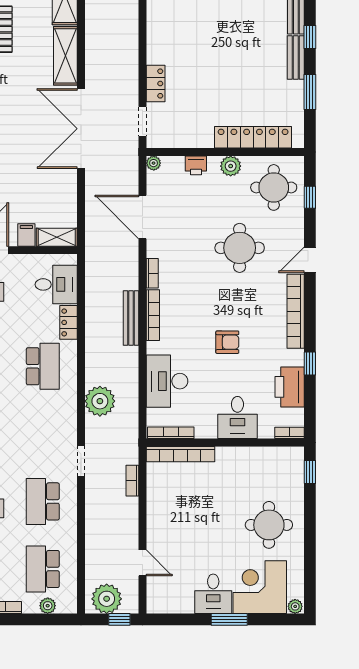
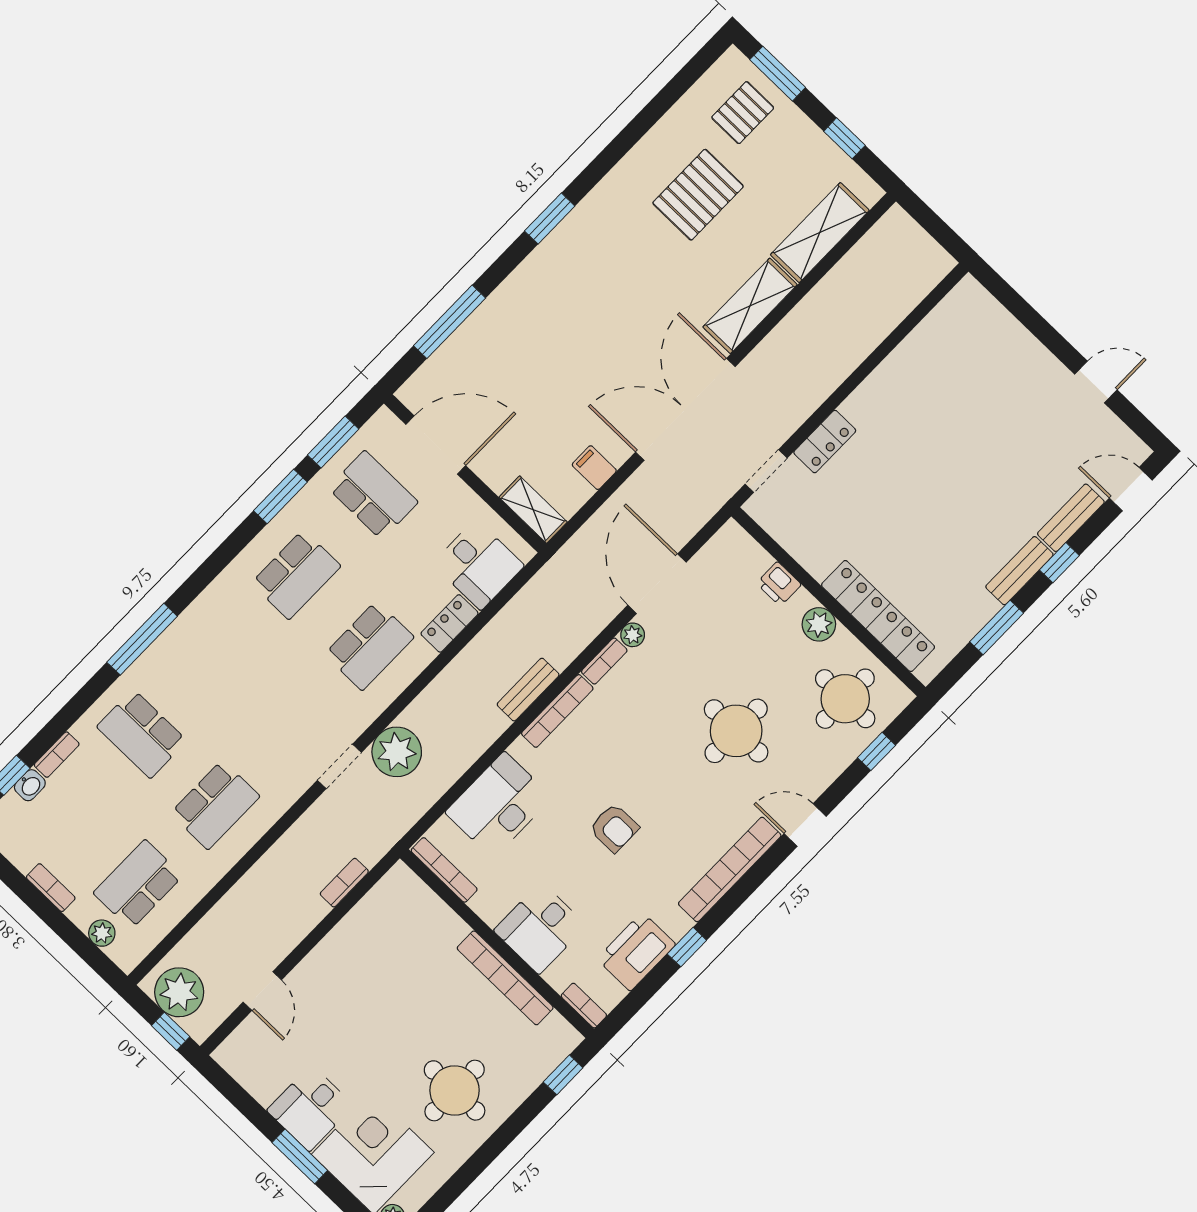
plant: (154, 163) -> (633, 635), moved
filing cabinet: (26, 235) -> (594, 468), moved, turned -90
bench: (131, 318) -> (528, 690), width x0.73
bookcase: (180, 454) -> (505, 978), moved
doorway: (81, 461) -> (339, 766), moved
school desk: (43, 501) -> (215, 805), turned 180

